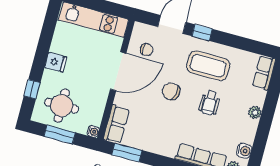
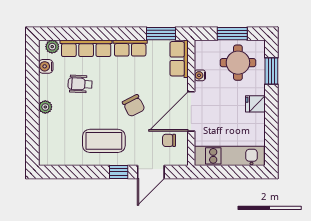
row of seats: (264, 73) -> (130, 48), moved, turned 90
window: (32, 89) -> (271, 71), width x1.50
chair: (171, 91) -> (134, 106), turned 50
wheelchair: (210, 103) -> (80, 84), moved, turned -87
water cooler: (93, 132) -> (200, 75), moved

